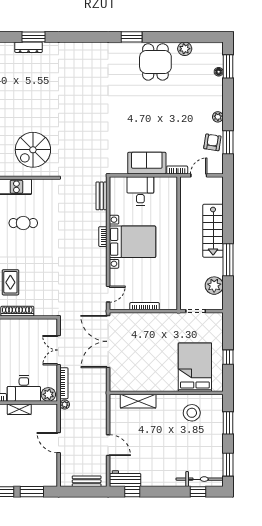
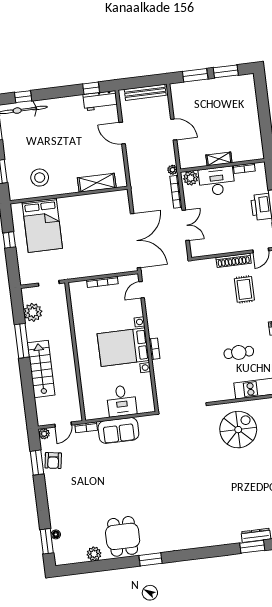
plant: (218, 117) -> (44, 434), moved
bench: (102, 196) -> (161, 391), removed
bench: (87, 481) -> (145, 92), width x1.36

